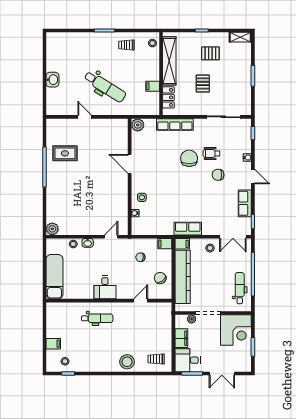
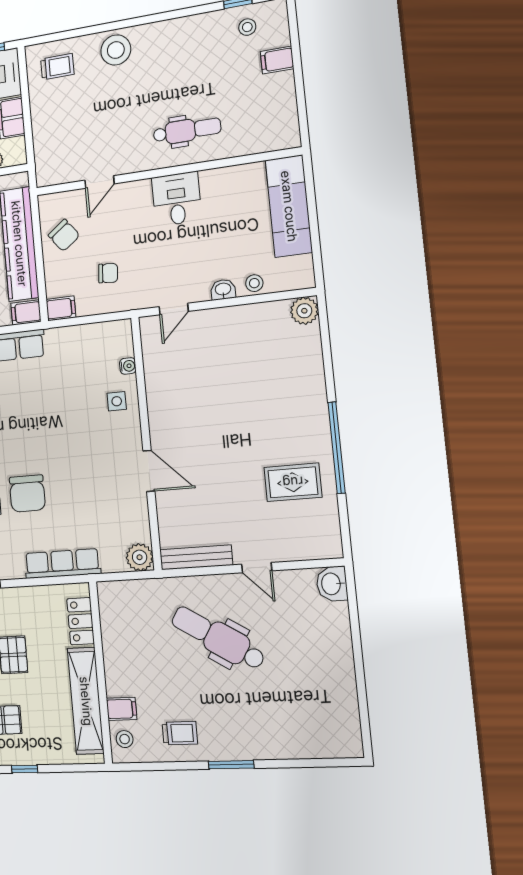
washbasin: (52, 80) -> (332, 584), moved
filing cabinet: (153, 86) -> (122, 709), moved
bench: (112, 123) -> (196, 557), added
dental chair: (97, 318) -> (187, 130), turned 180

